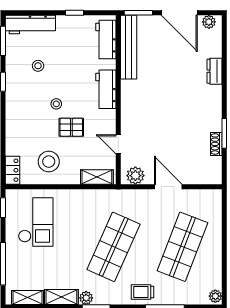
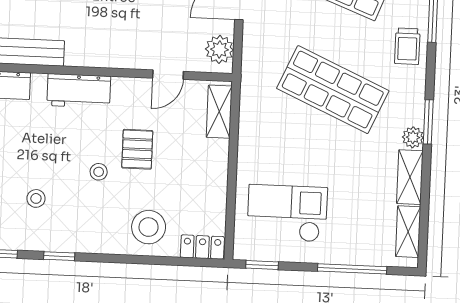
stool: (49, 162) -> (149, 227), moved

